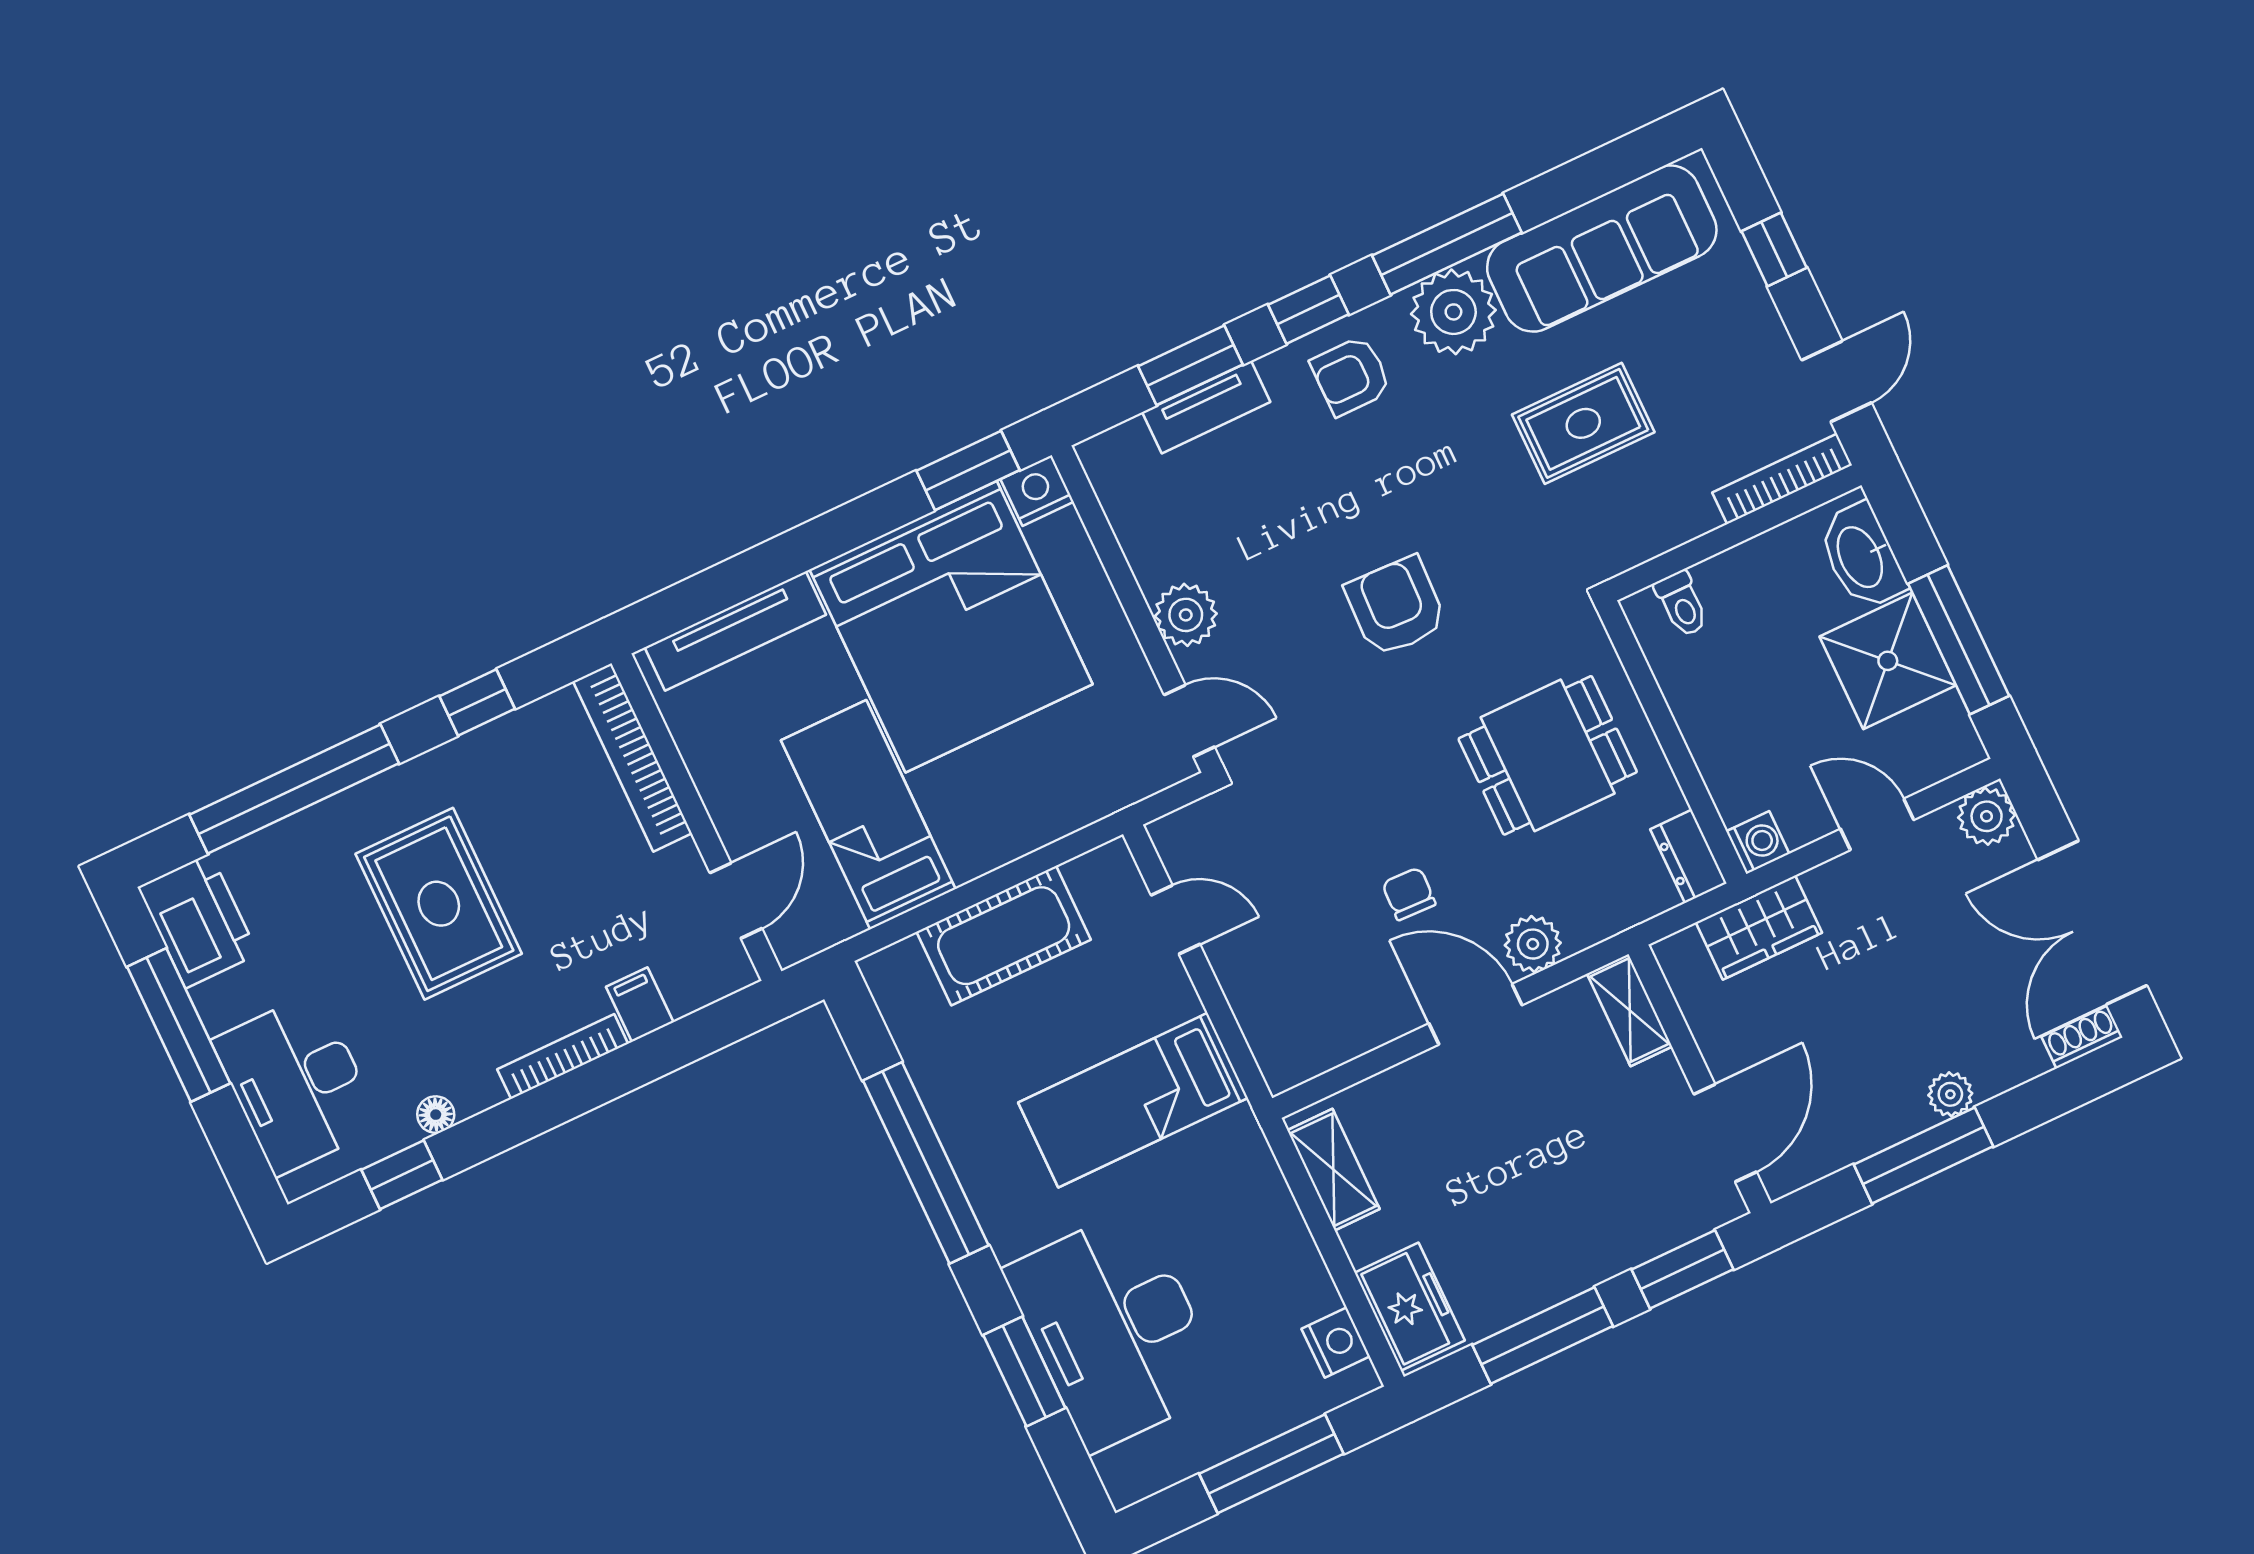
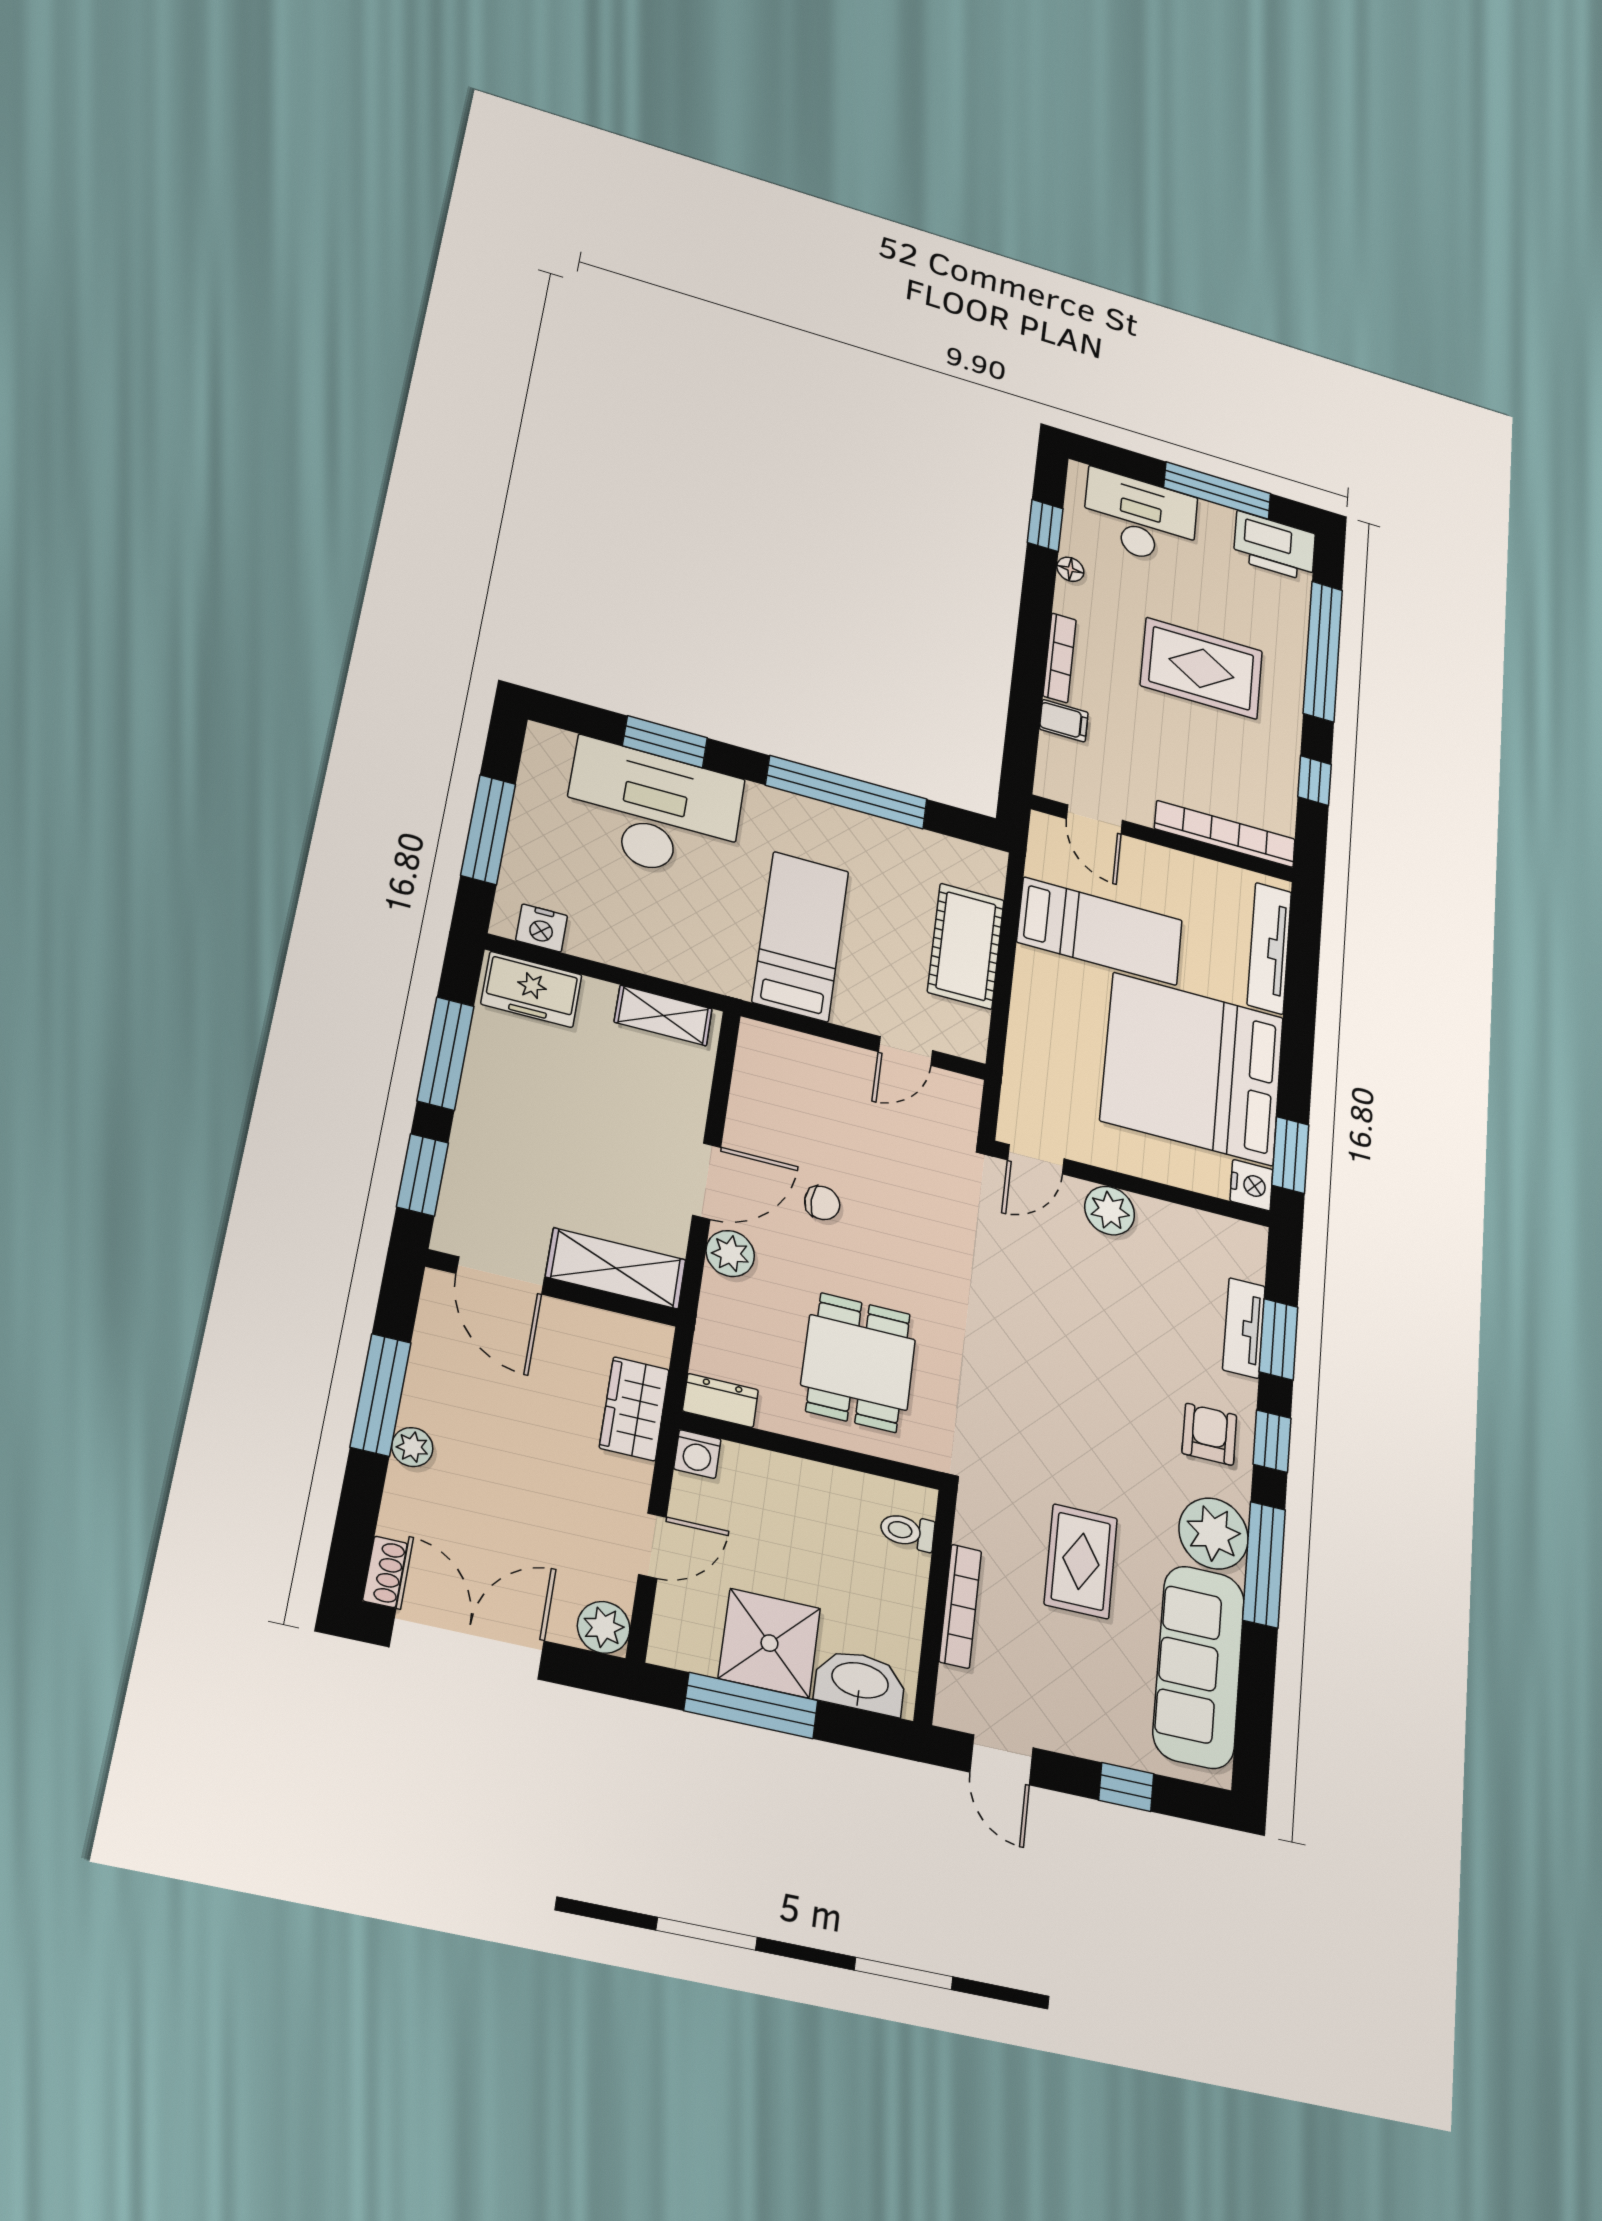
bookcase: (1782, 479) -> (960, 1606), moved
armchair: (1396, 606) -> (1030, 1344), removed
shelving: (1630, 1010) -> (616, 1268), width x1.50, depth x1.33

